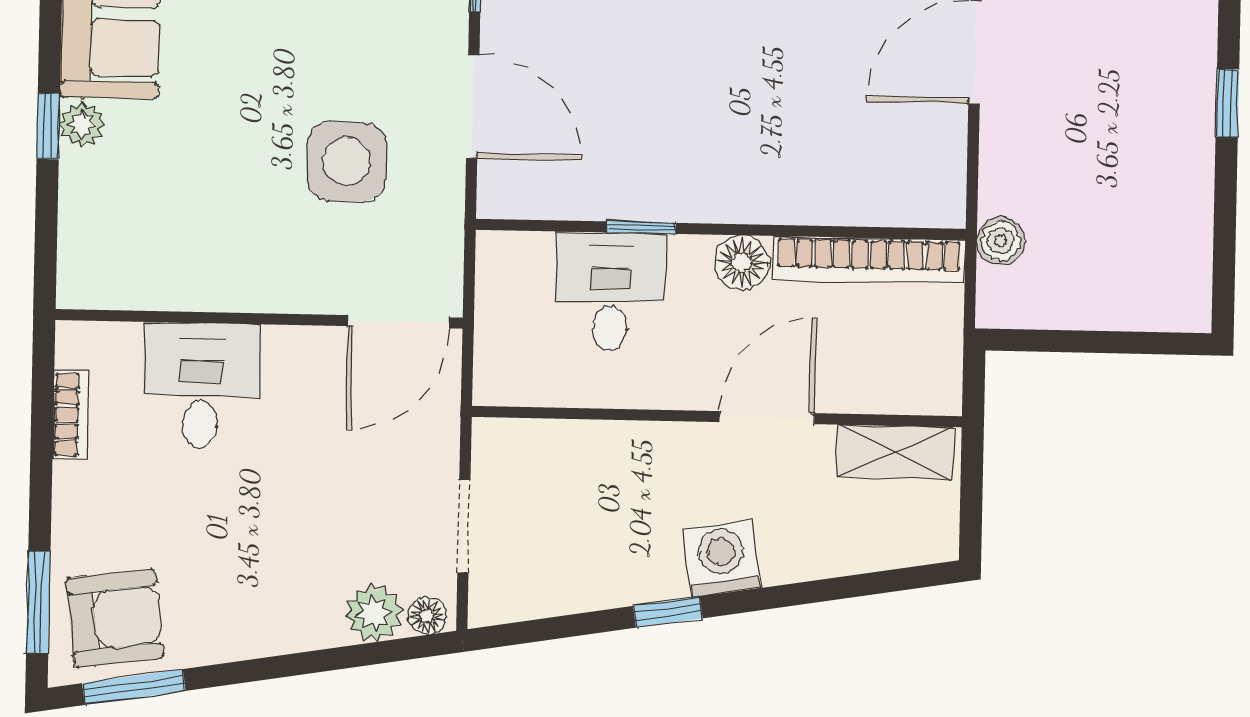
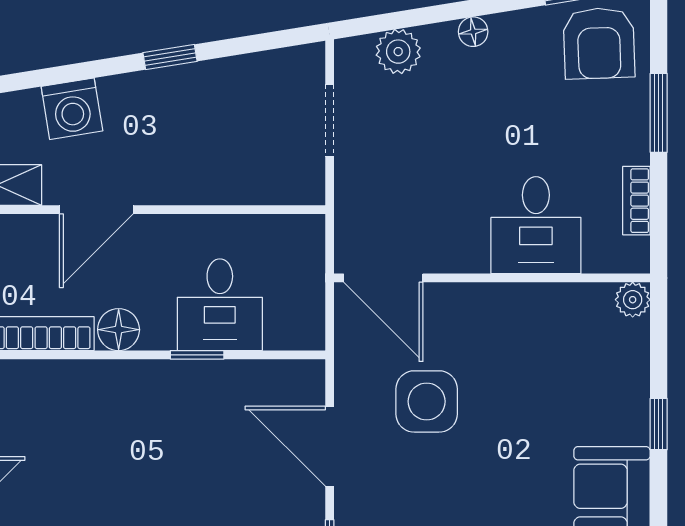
plant: (82, 124) -> (633, 300), moved
door: (399, 322) -> (383, 278), swing flipped
washing machine: (722, 559) -> (72, 109), moved
window: (38, 603) -> (659, 113), moved
floor lamp: (427, 616) -> (473, 32), moved
armchair: (115, 618) -> (599, 43), turned -85

